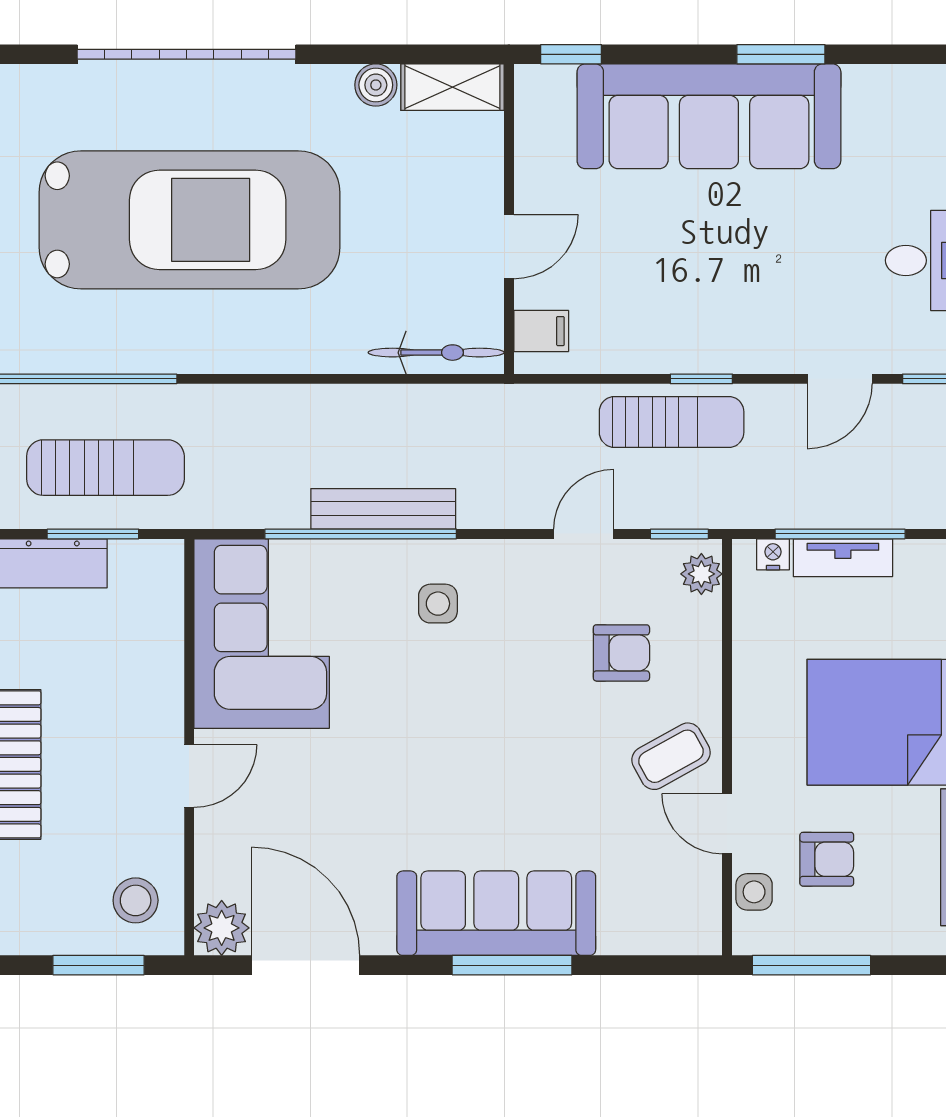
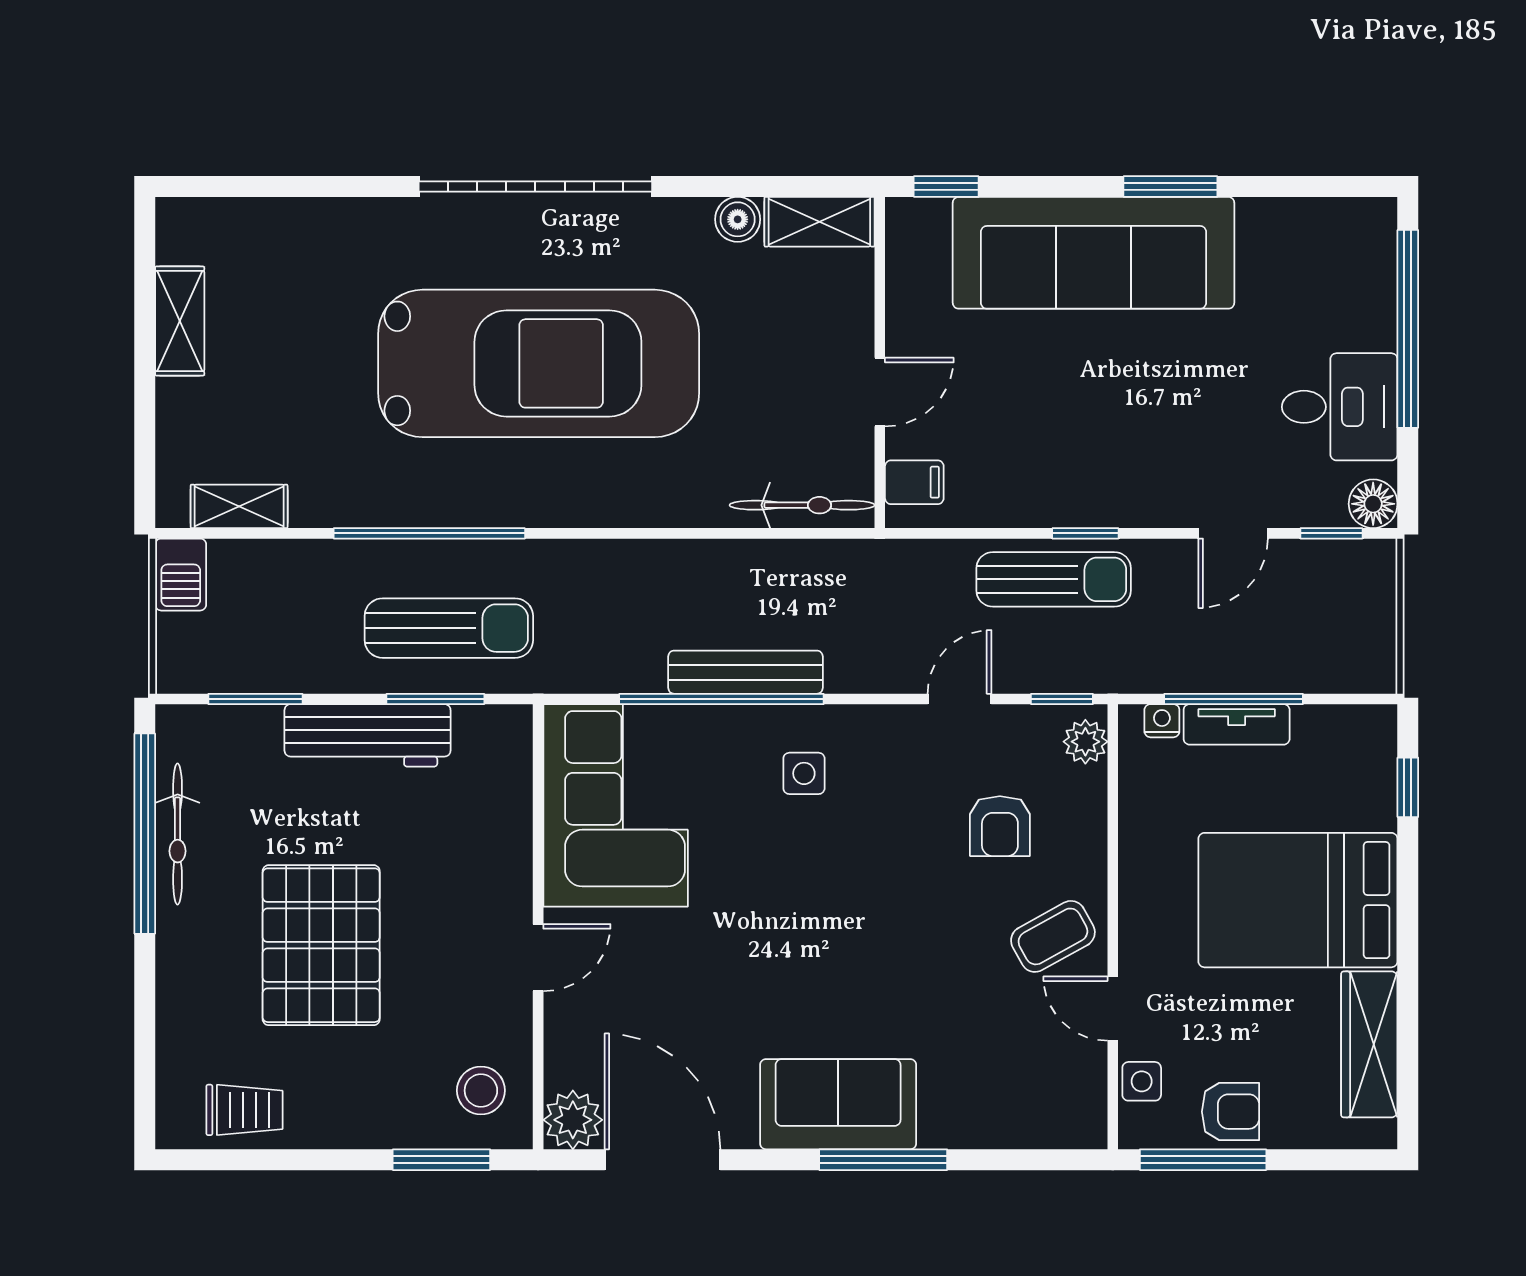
armchair: (621, 653) -> (1000, 826), turned 90
armchair: (827, 859) -> (1230, 1112), moved
sofa: (496, 913) -> (838, 1104), width x0.73

